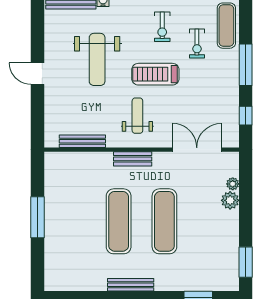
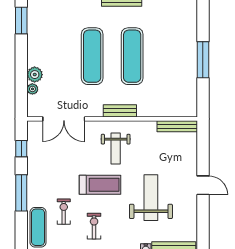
bench: (82, 141) -> (177, 126), moved

